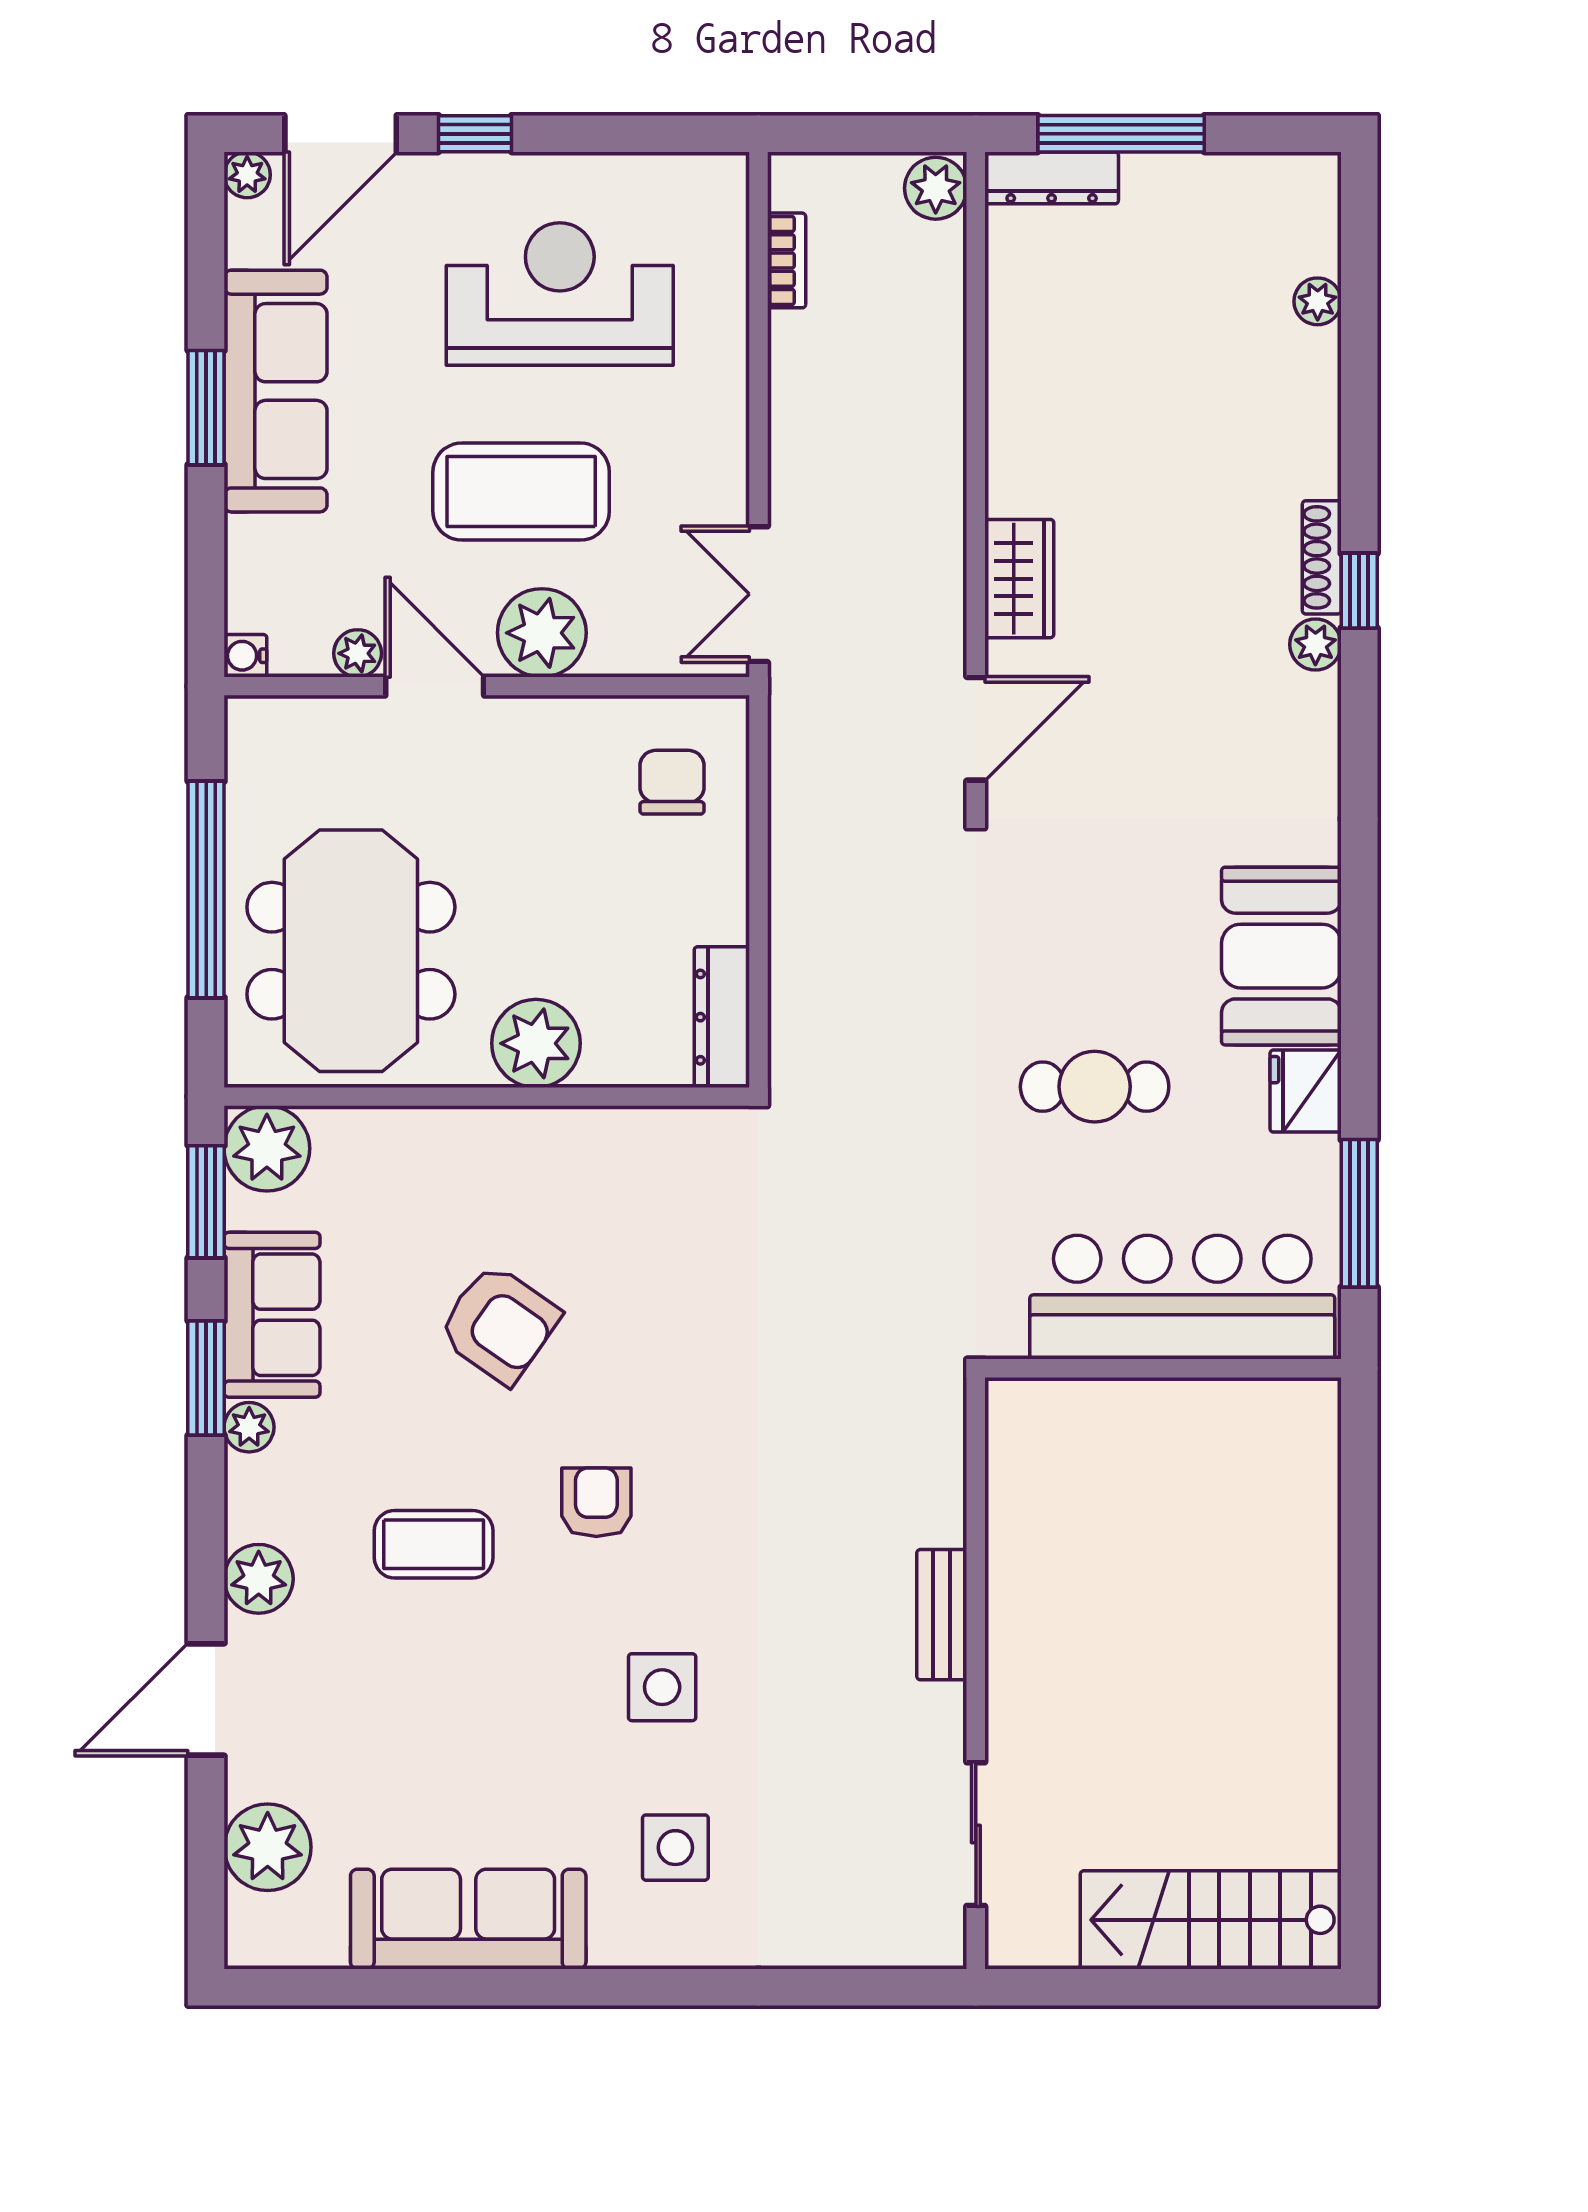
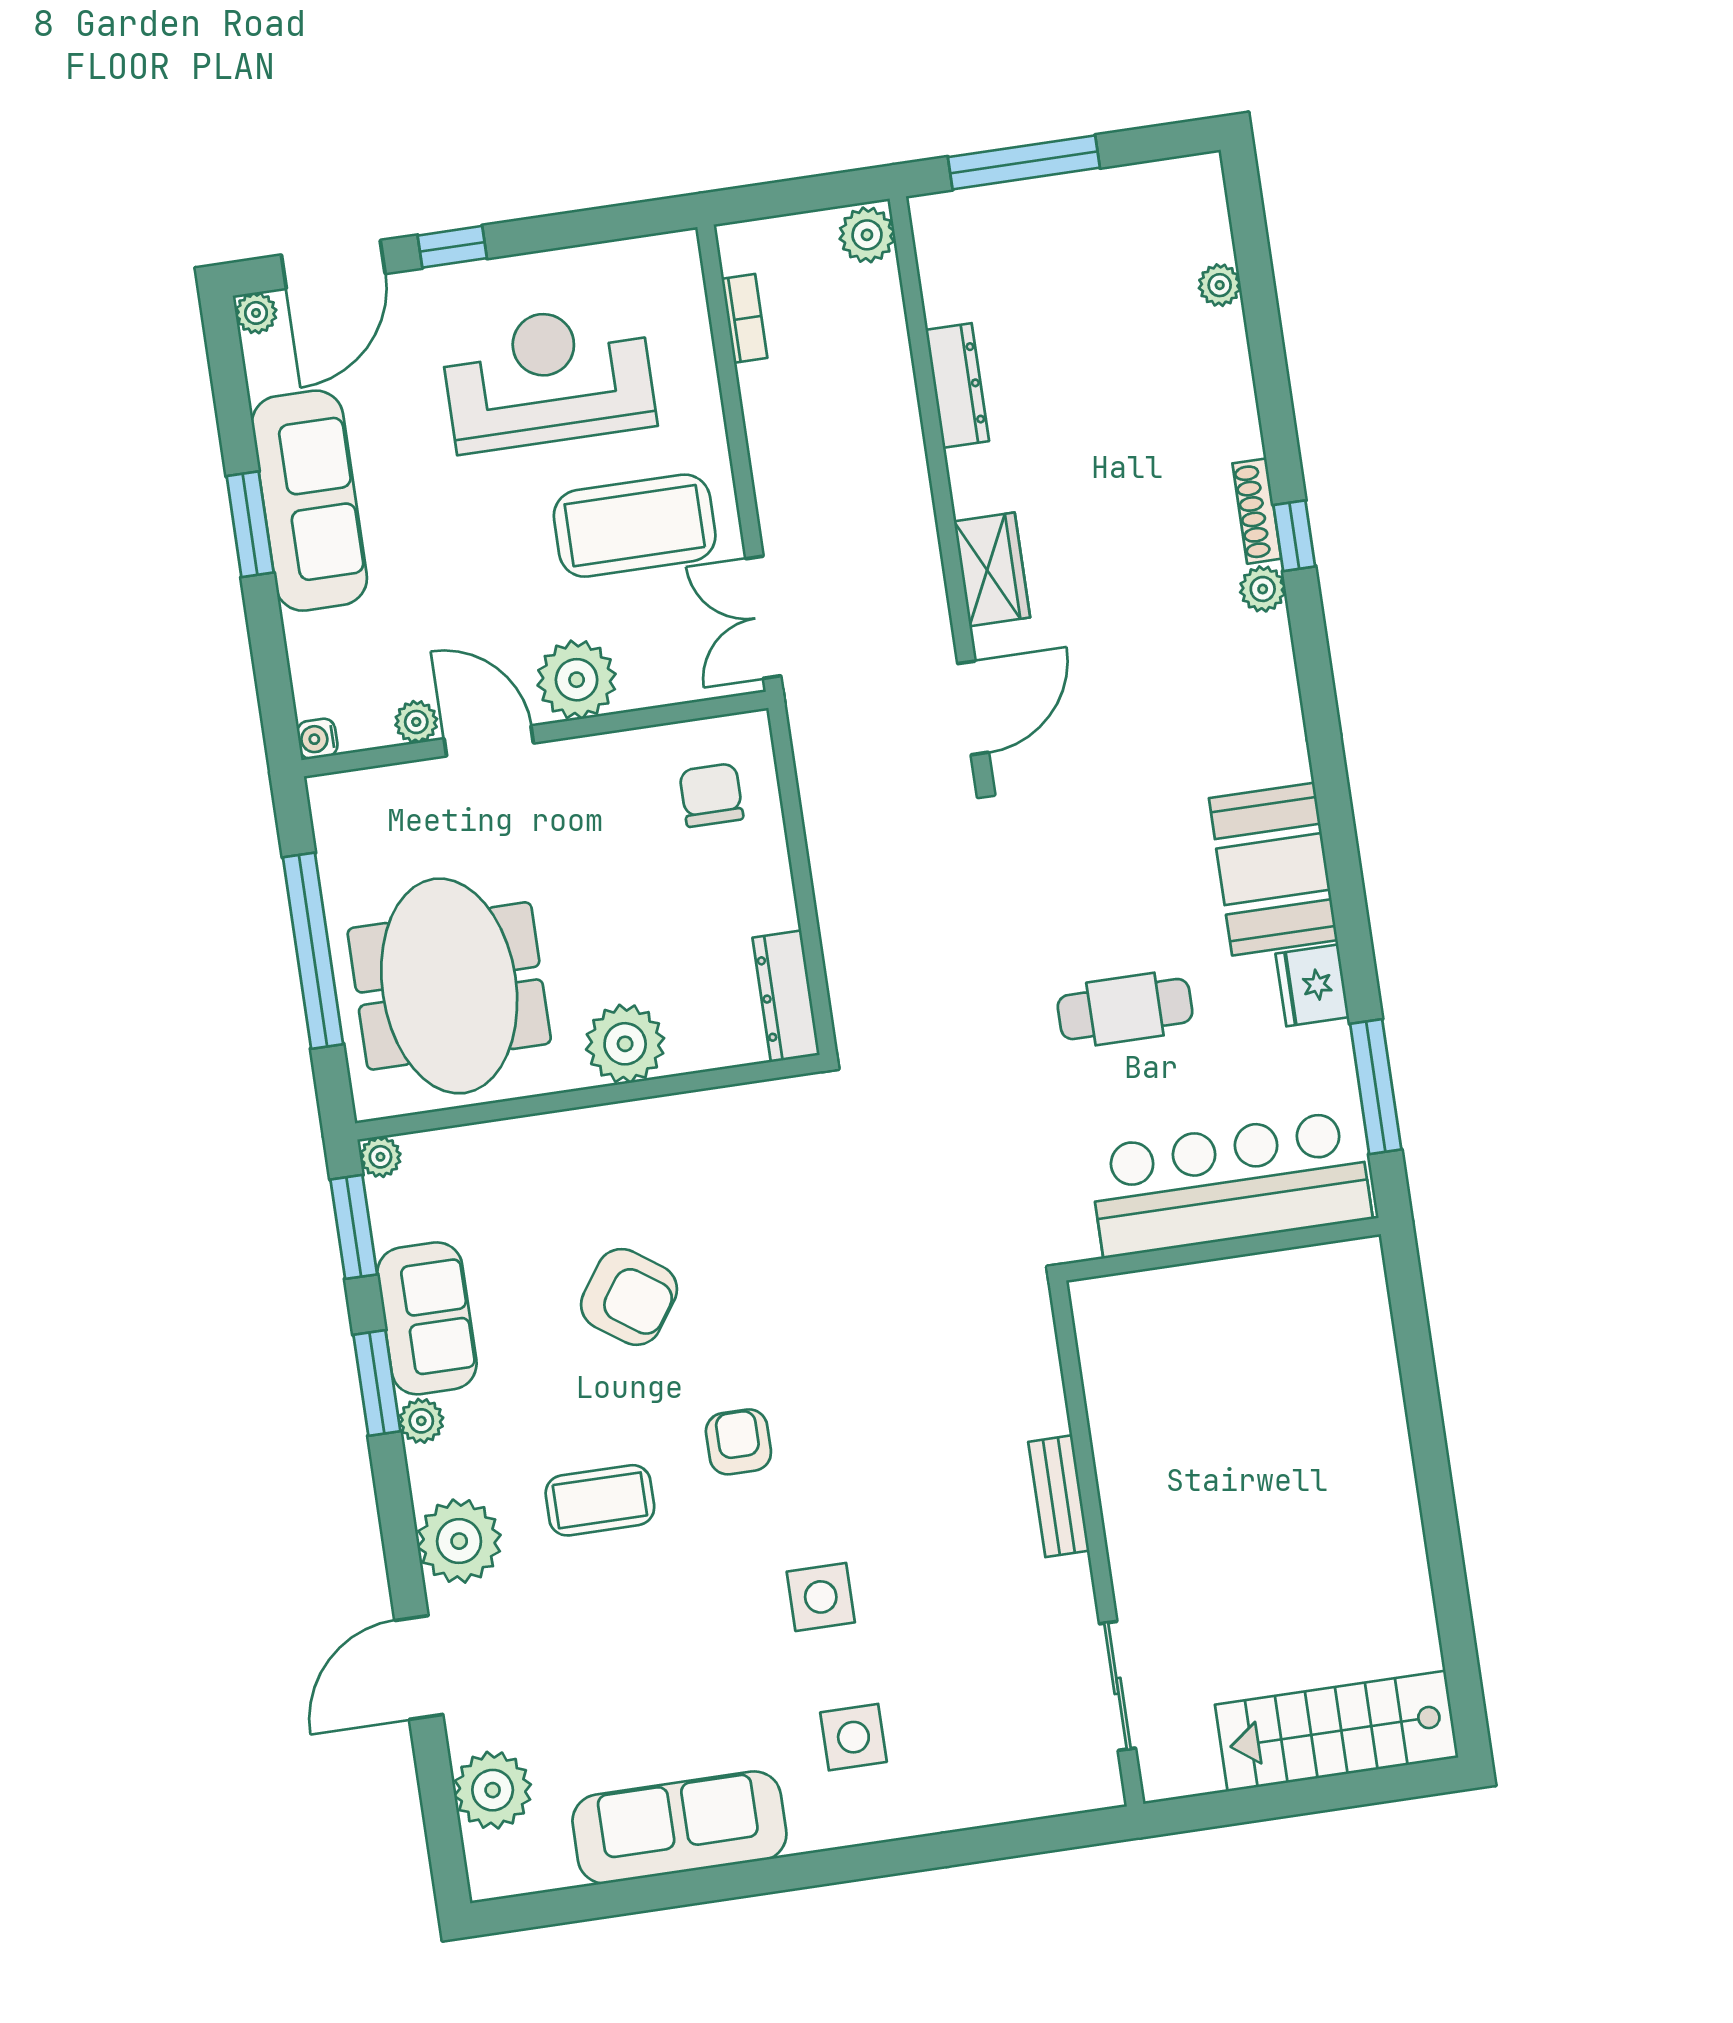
dresser: (1052, 178) -> (957, 385), moved, turned -90
coffee table: (521, 492) -> (635, 526), moved
plant: (267, 1148) -> (380, 1157), width x0.53, depth x0.53
plant: (259, 1579) -> (459, 1541), width x1.36, depth x1.36

